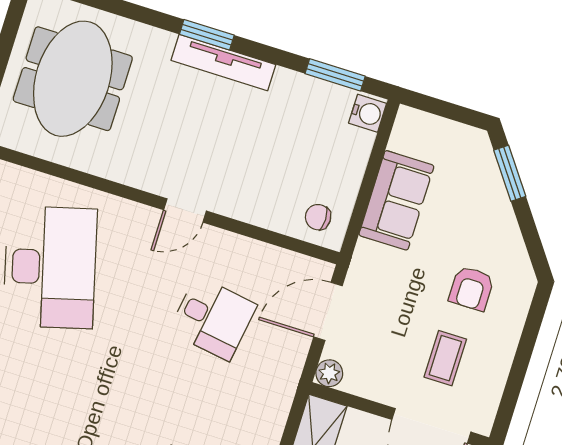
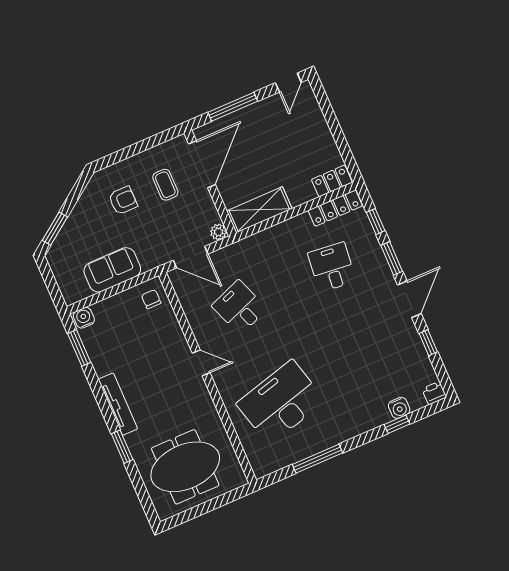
window: (207, 35) -> (122, 447), moved
chair: (318, 217) -> (151, 299), turned 180
desk: (213, 318) -> (239, 307), turned -30
coffee table: (445, 358) -> (165, 185), turned 90

